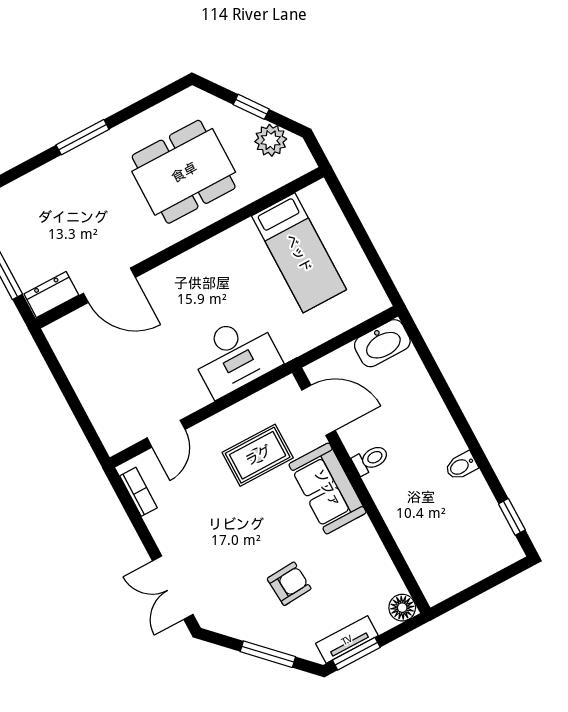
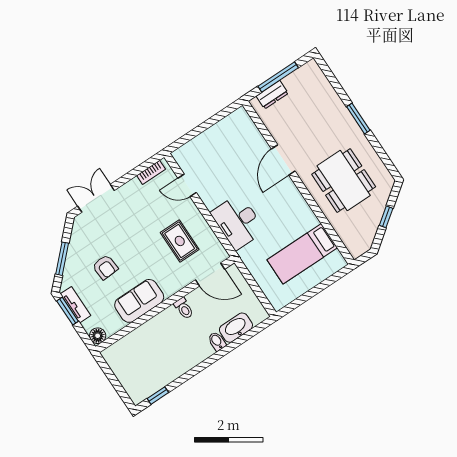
plant: (271, 140) -> (367, 230), removed
door: (109, 285) -> (283, 160), moved
dresser: (51, 295) -> (272, 95), moved, turned 90
washbasin: (382, 343) -> (236, 328), moved, turned 90
door: (318, 410) -> (210, 274), hinge flipped
bidet: (461, 466) -> (217, 341), moved
sofa: (328, 488) -> (139, 301), moved

